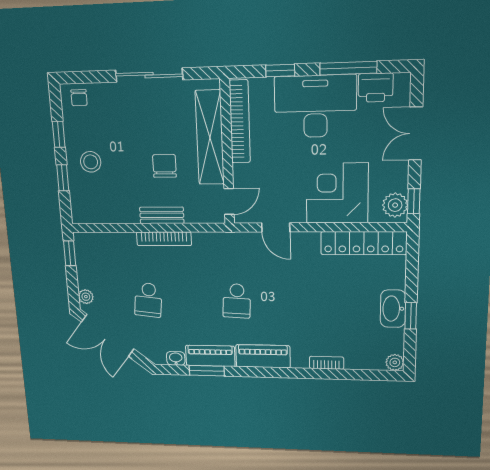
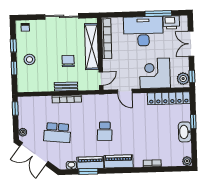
window: (280, 71) -> (126, 14), removed
school desk: (148, 300) -> (57, 133), width x1.85
window: (411, 316) -> (193, 122), moved

